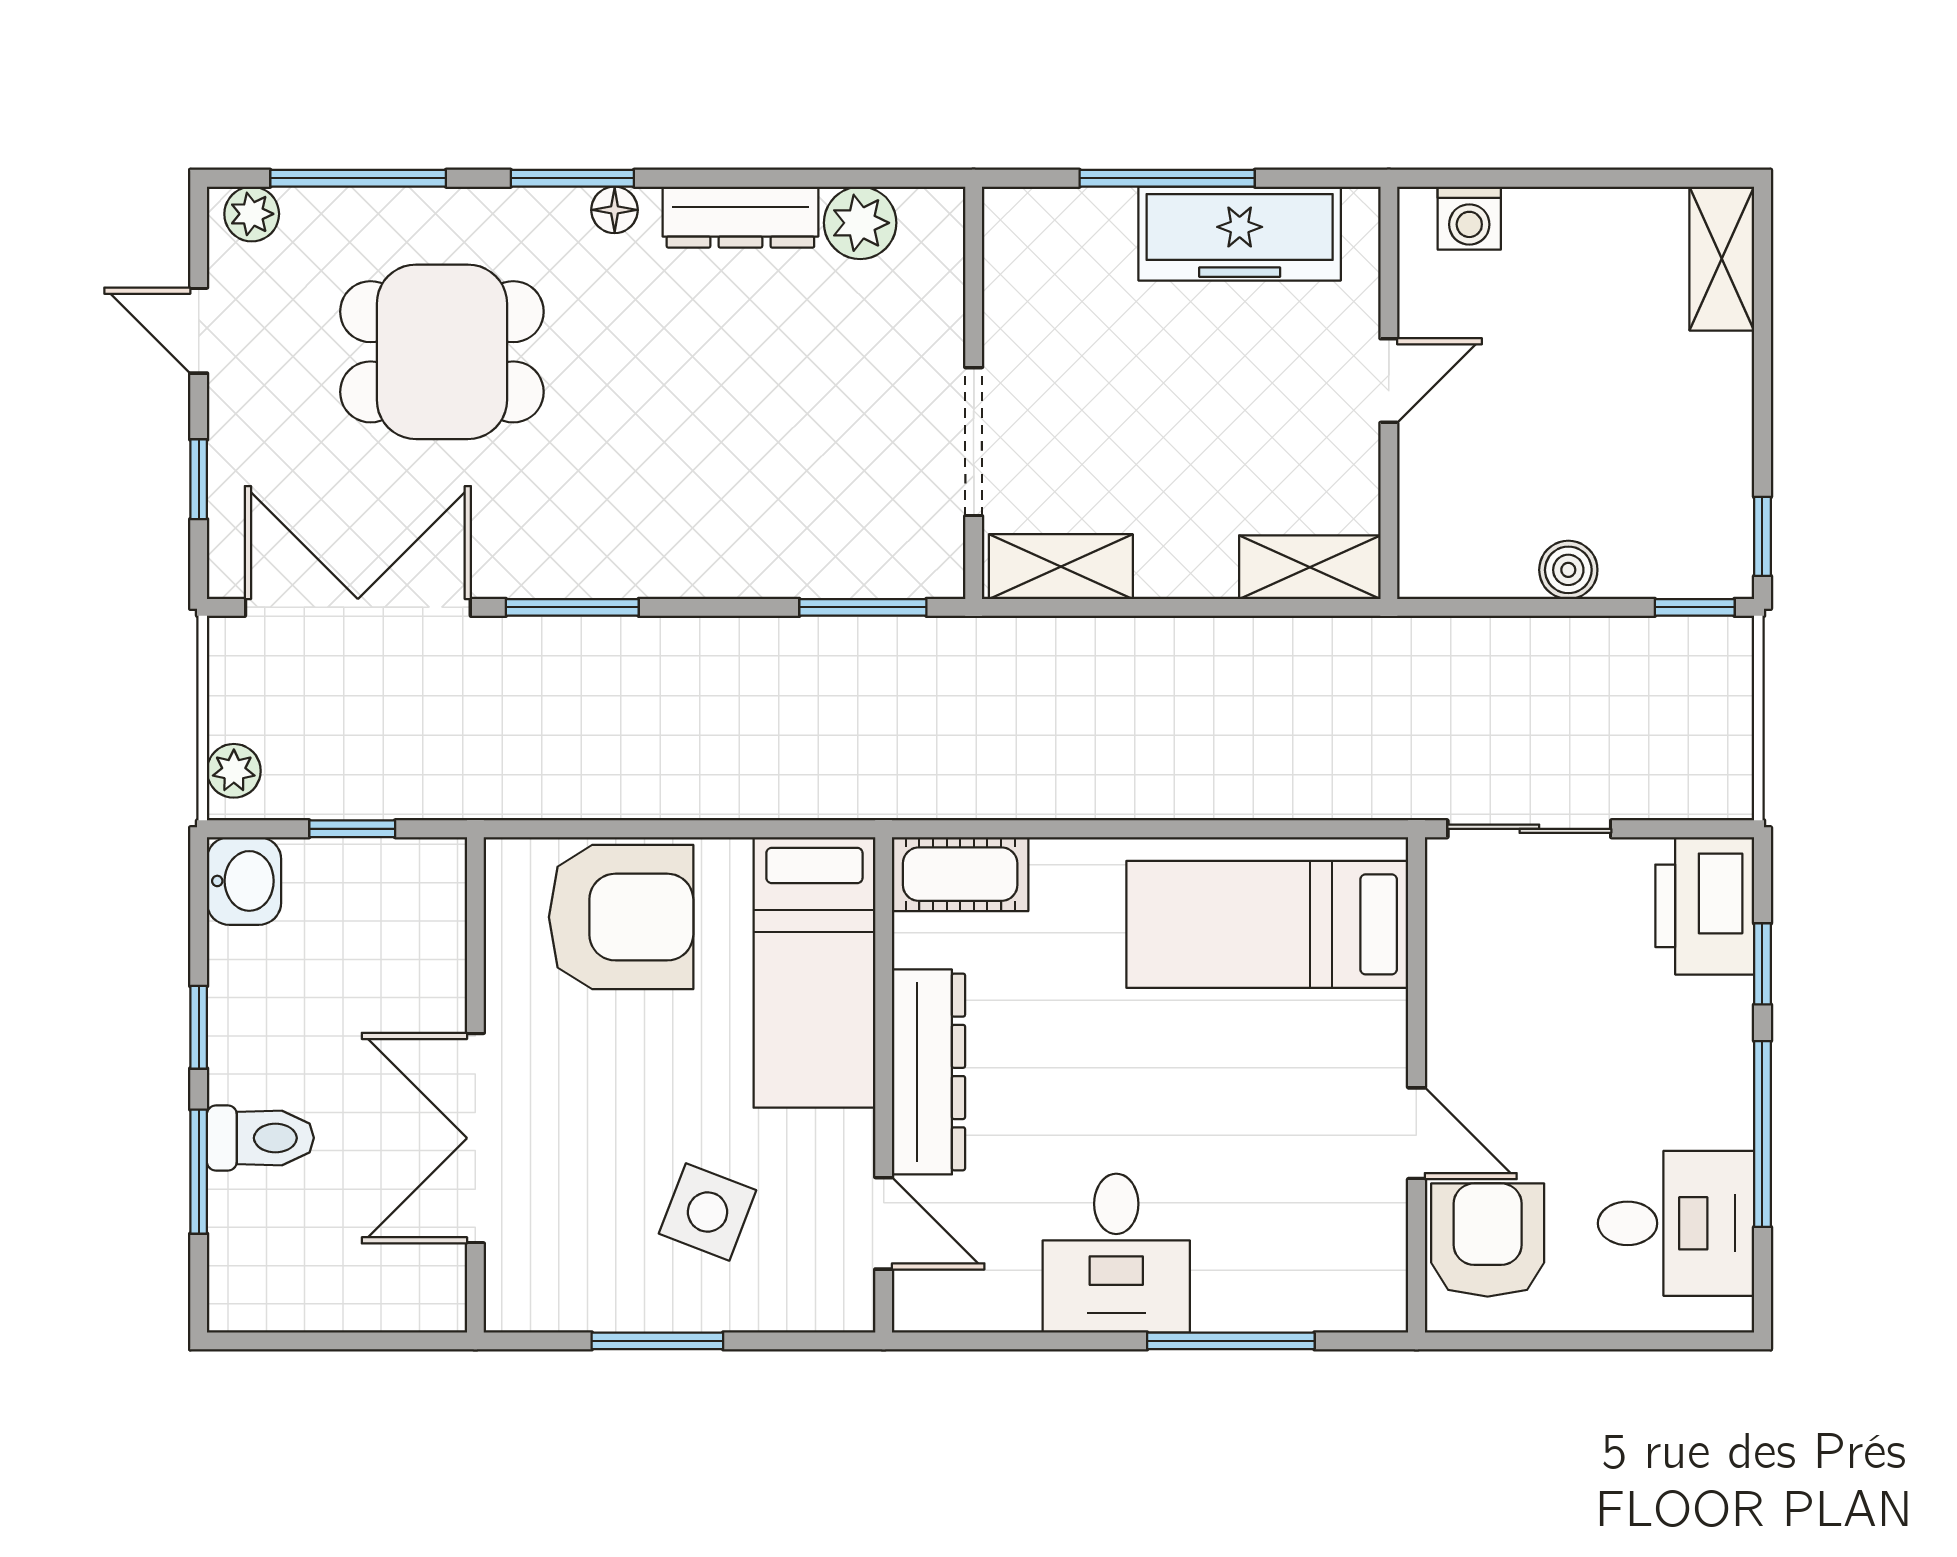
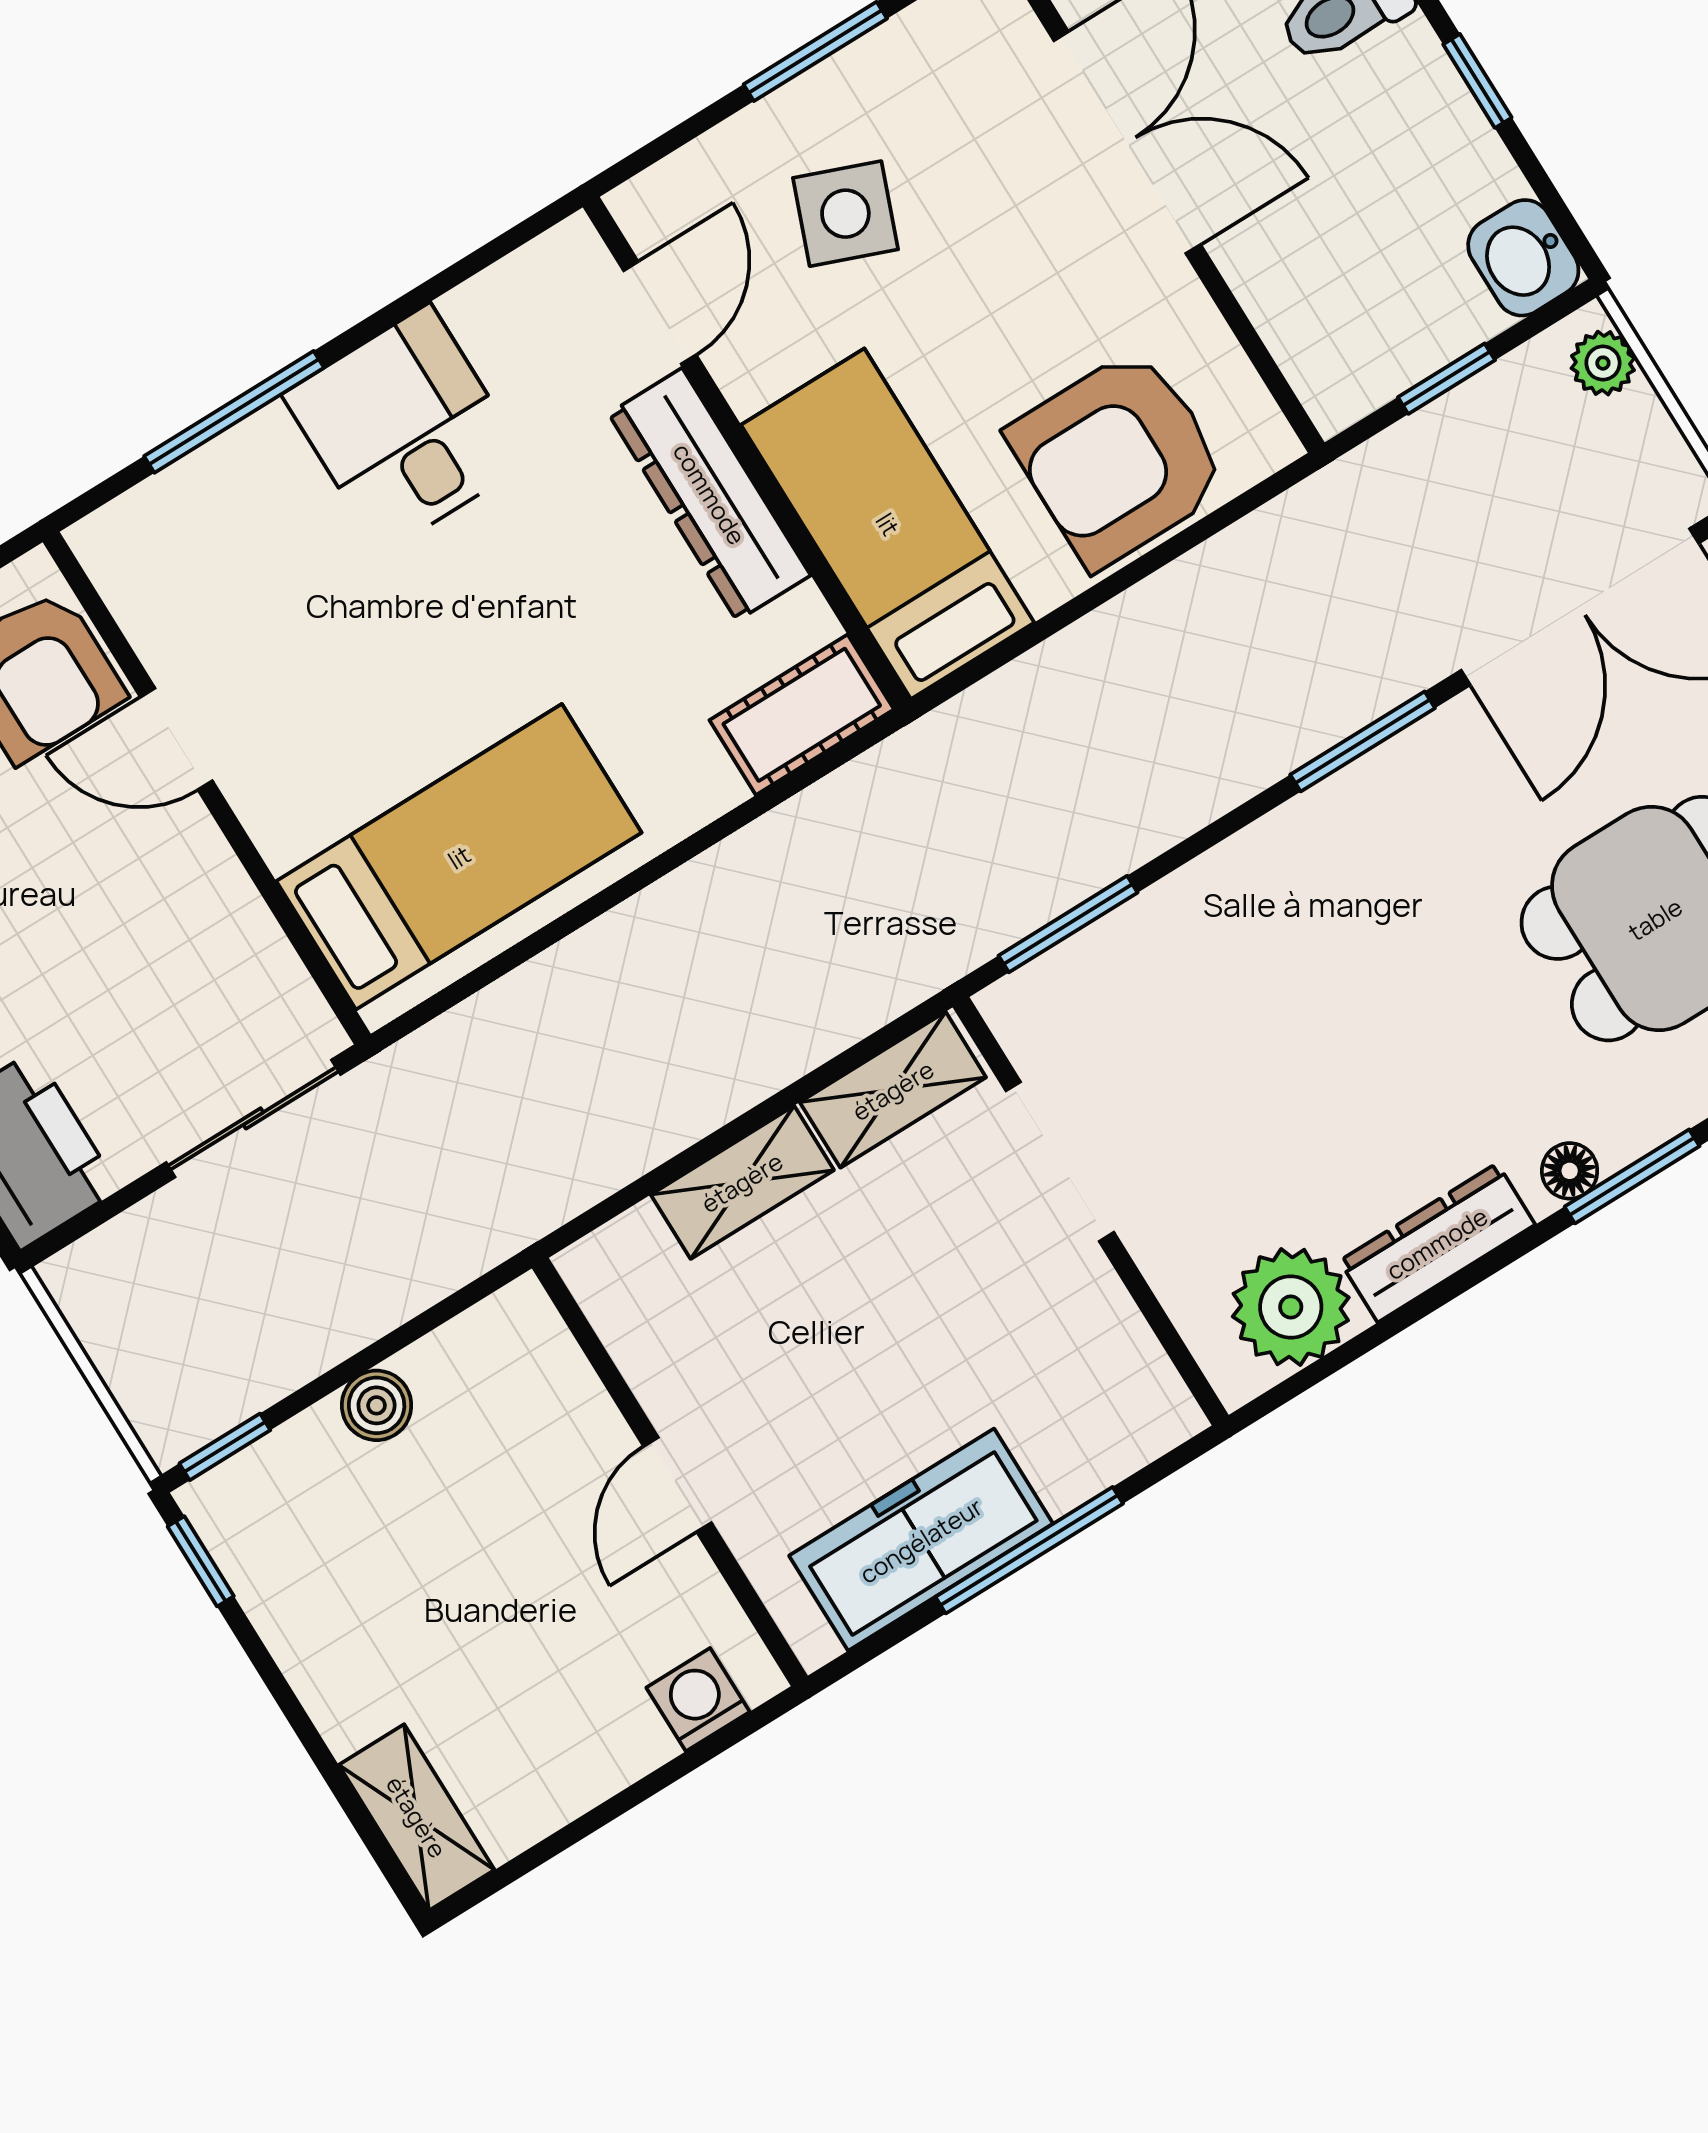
plant: (860, 223) -> (1291, 1307), width x1.36, depth x1.36
shelving: (1310, 567) -> (742, 1182), moved
door: (884, 1223) -> (660, 313), swing flipped

